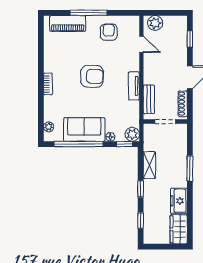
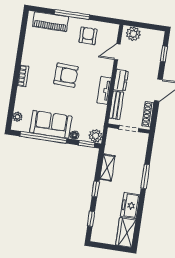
door: (141, 44) -> (117, 52), swing flipped
dresser: (150, 73) -> (121, 80), added

